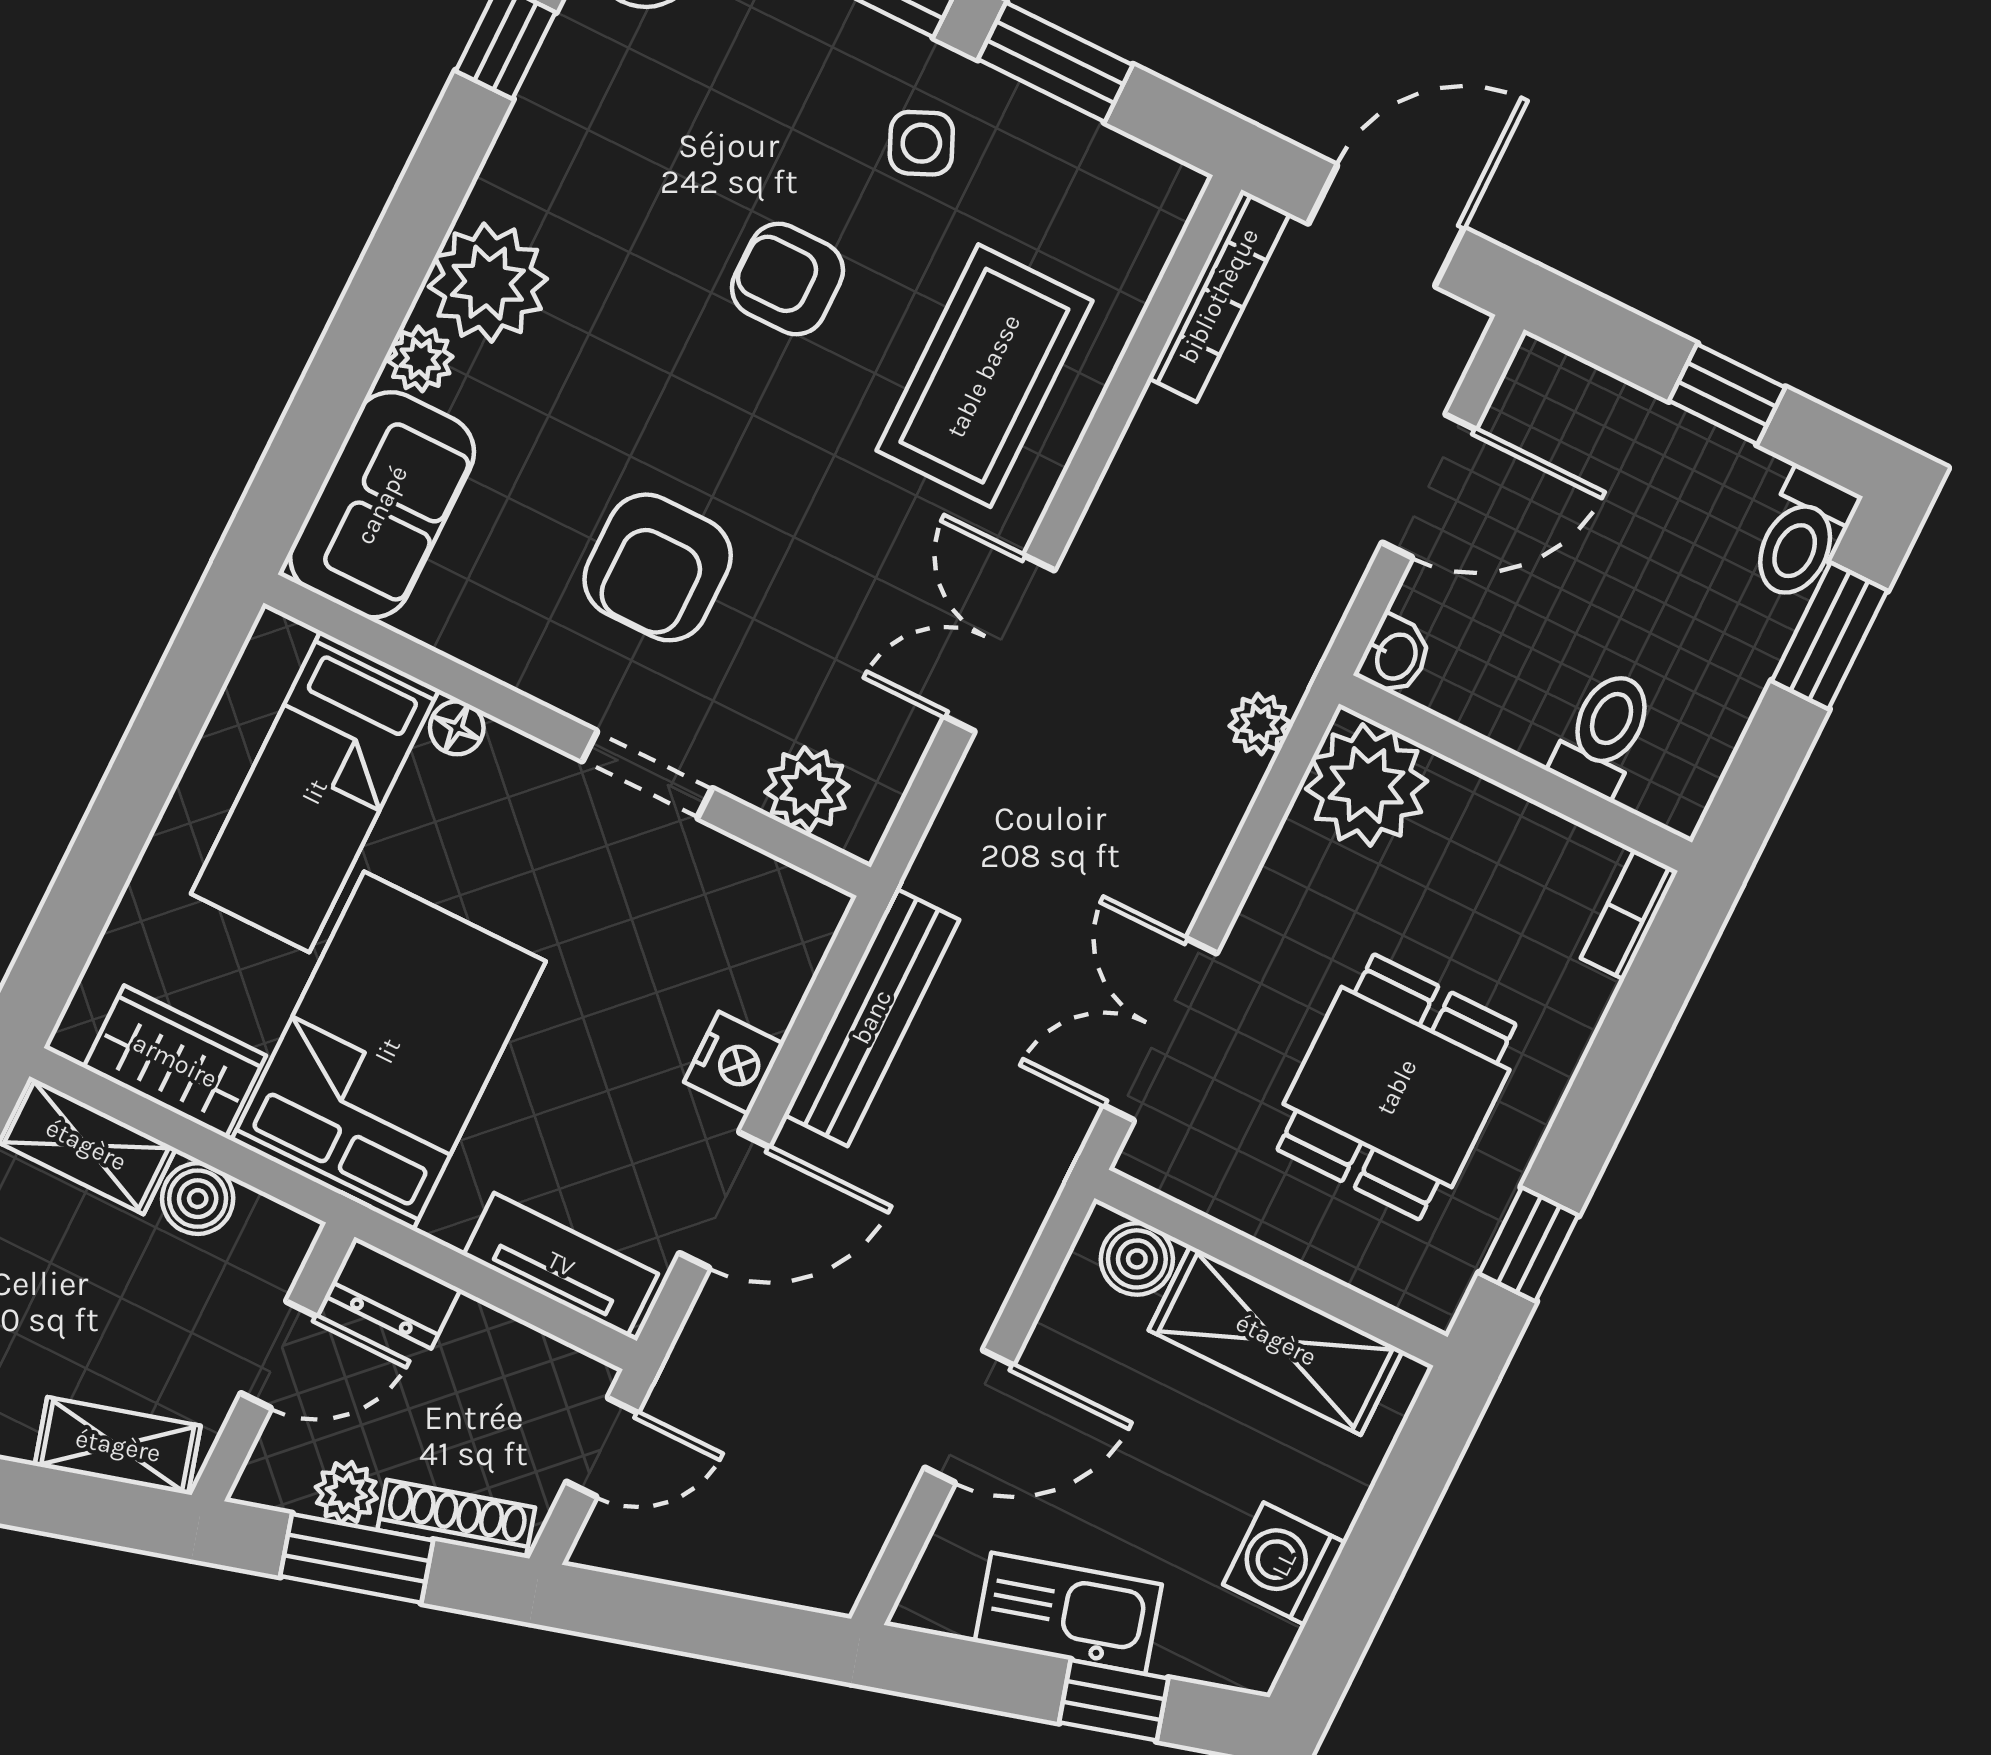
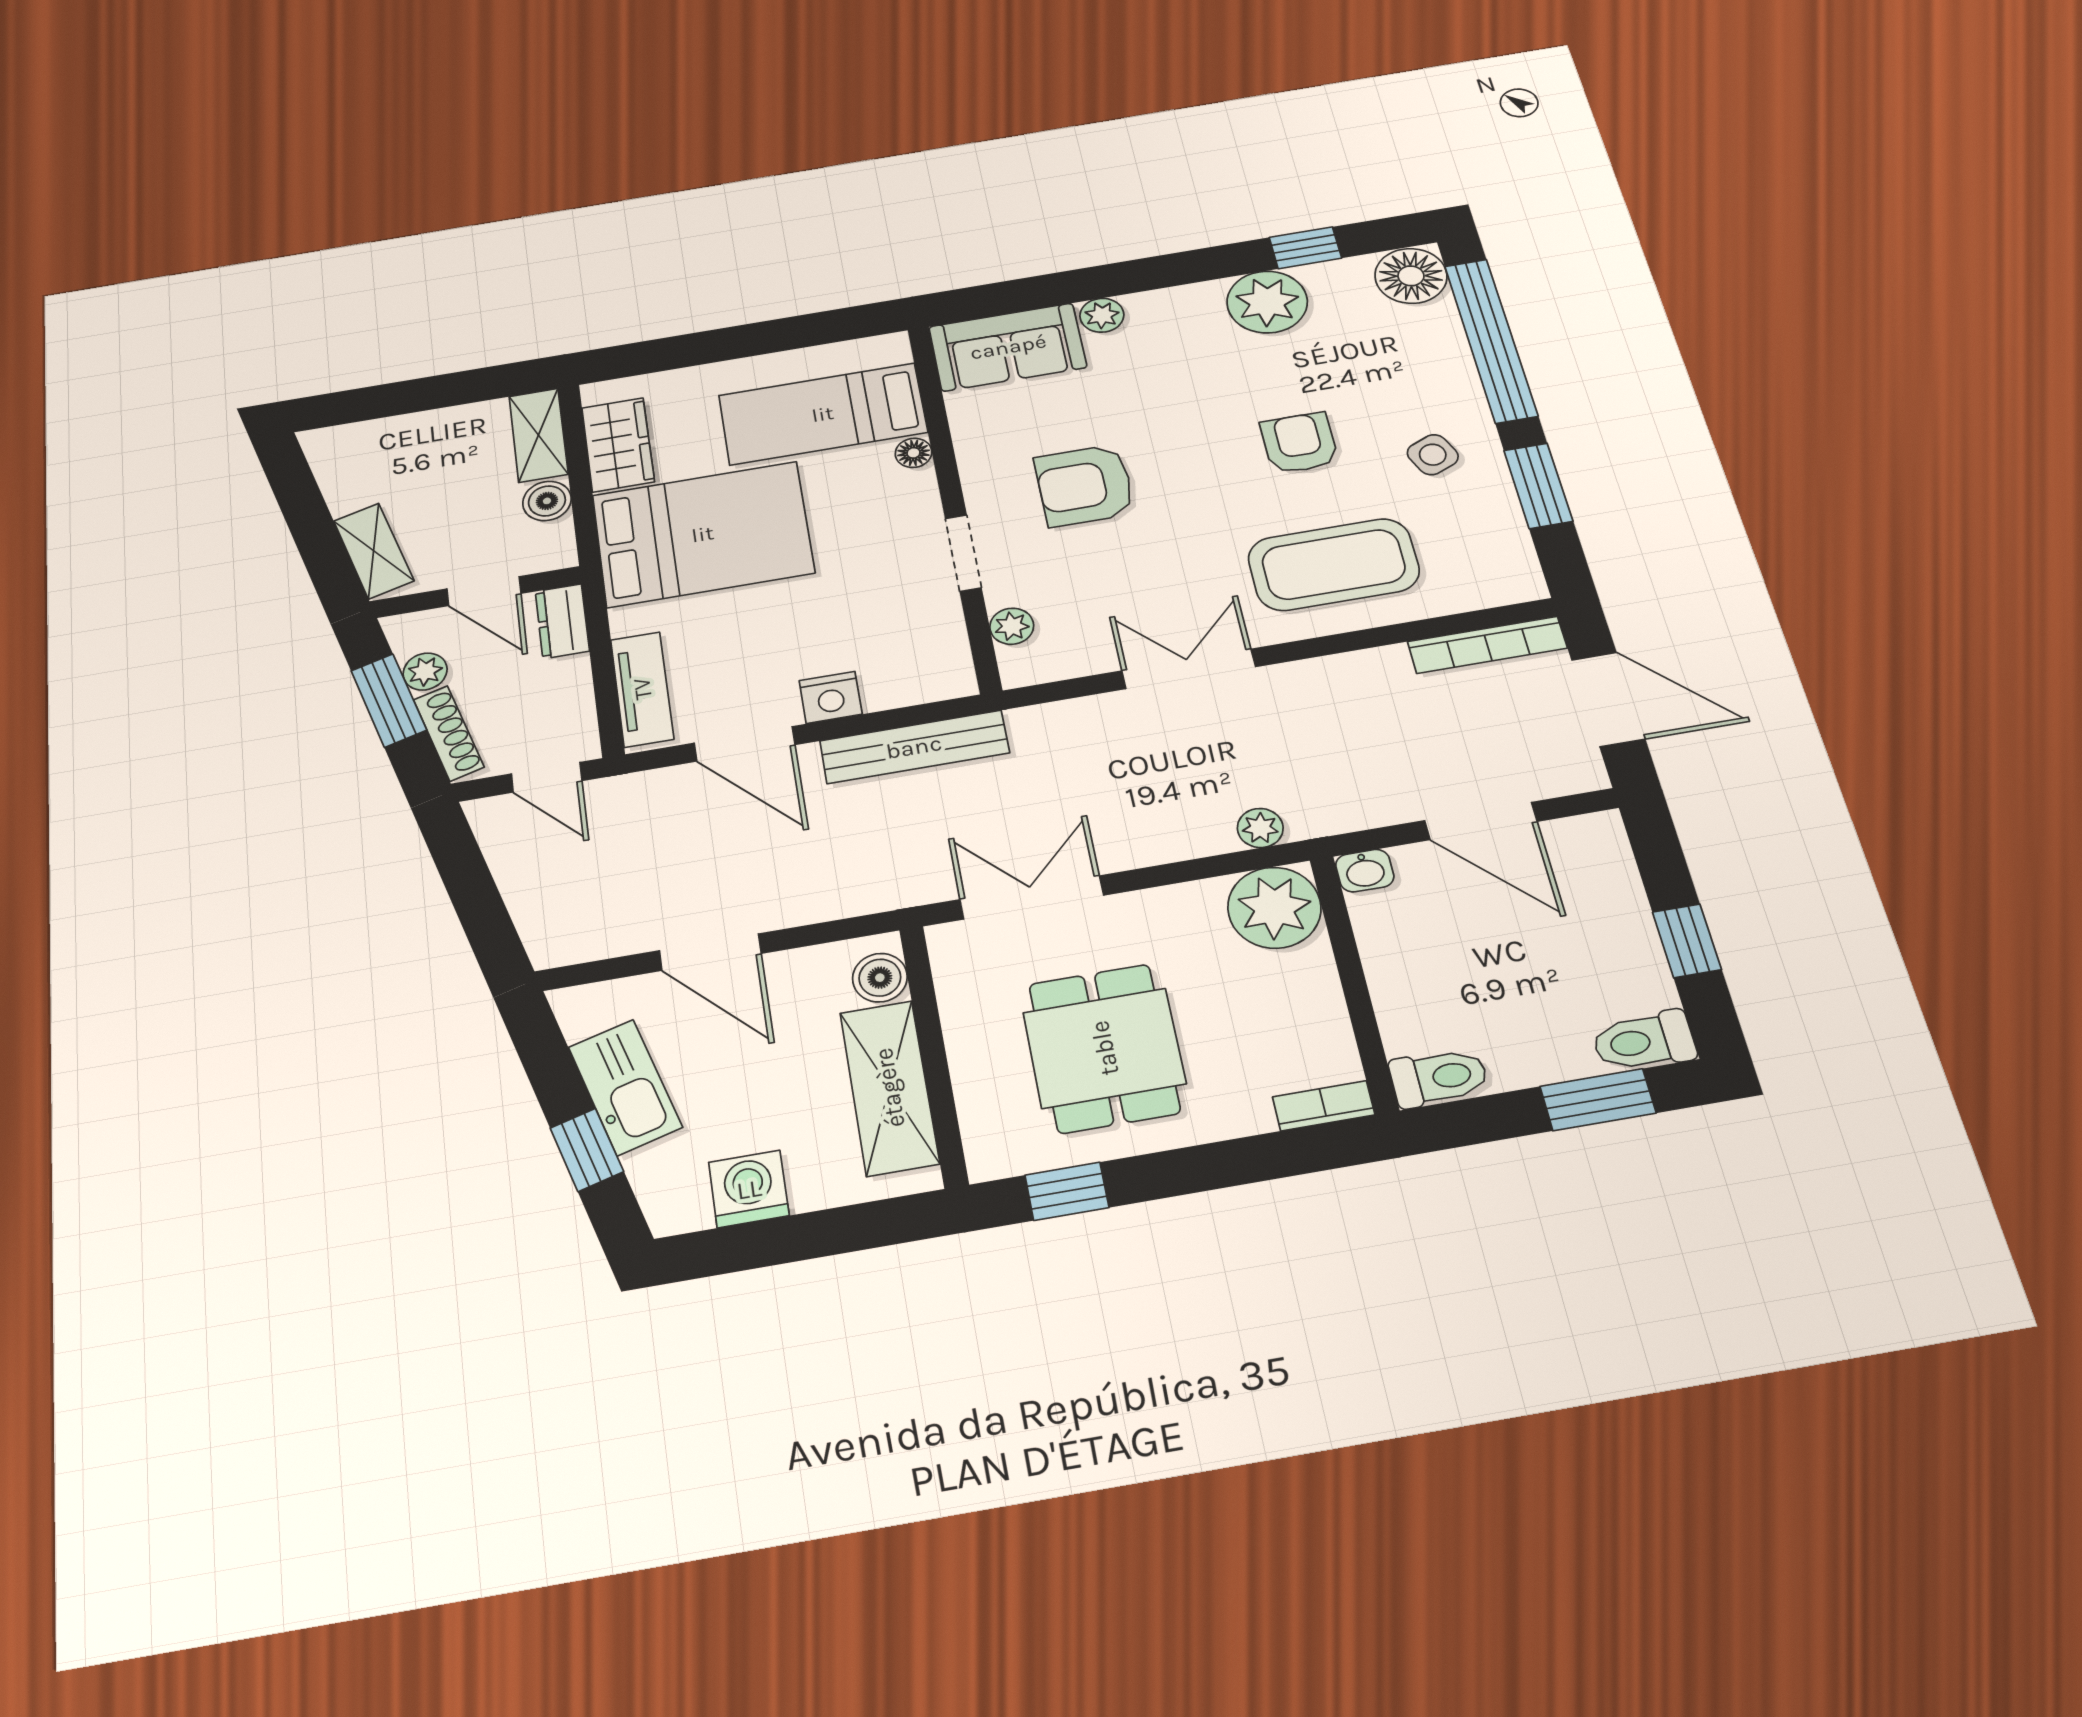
plant: (488, 283) -> (1267, 302), moved
toilet: (1604, 733) -> (1439, 1077), moved
plant: (807, 789) -> (1012, 626), width x0.73, depth x0.73
dining table: (1397, 1087) -> (1104, 1048), turned 90

